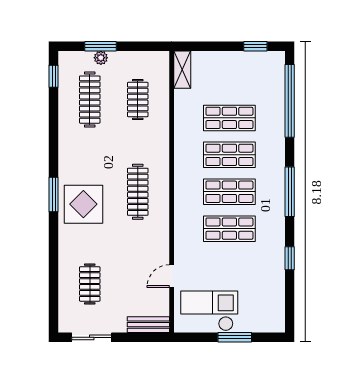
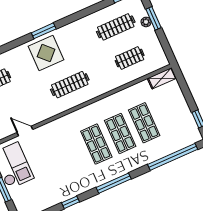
shop shelf: (229, 229) -> (72, 155), removed

